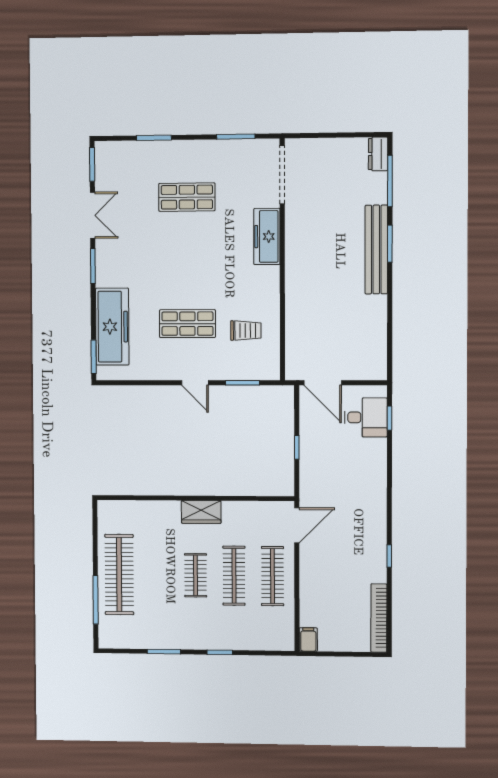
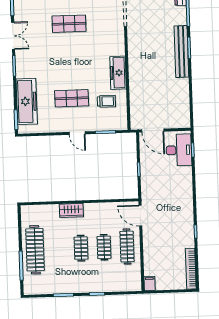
freezer: (267, 236) -> (118, 73), moved
desk: (366, 417) -> (179, 150), width x1.37
wardrobe: (201, 512) -> (71, 210), moved
door: (297, 525) -> (140, 216), swing flipped
clothes rail: (234, 576) -> (104, 247), width x0.73

